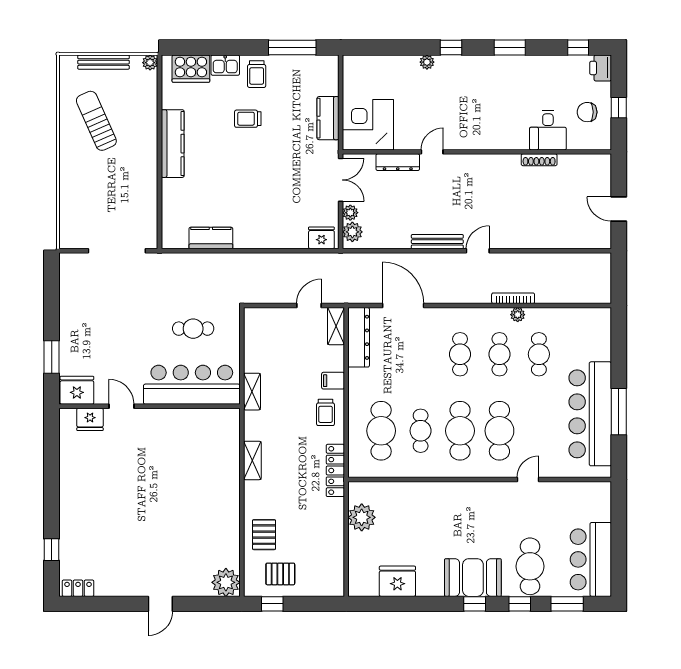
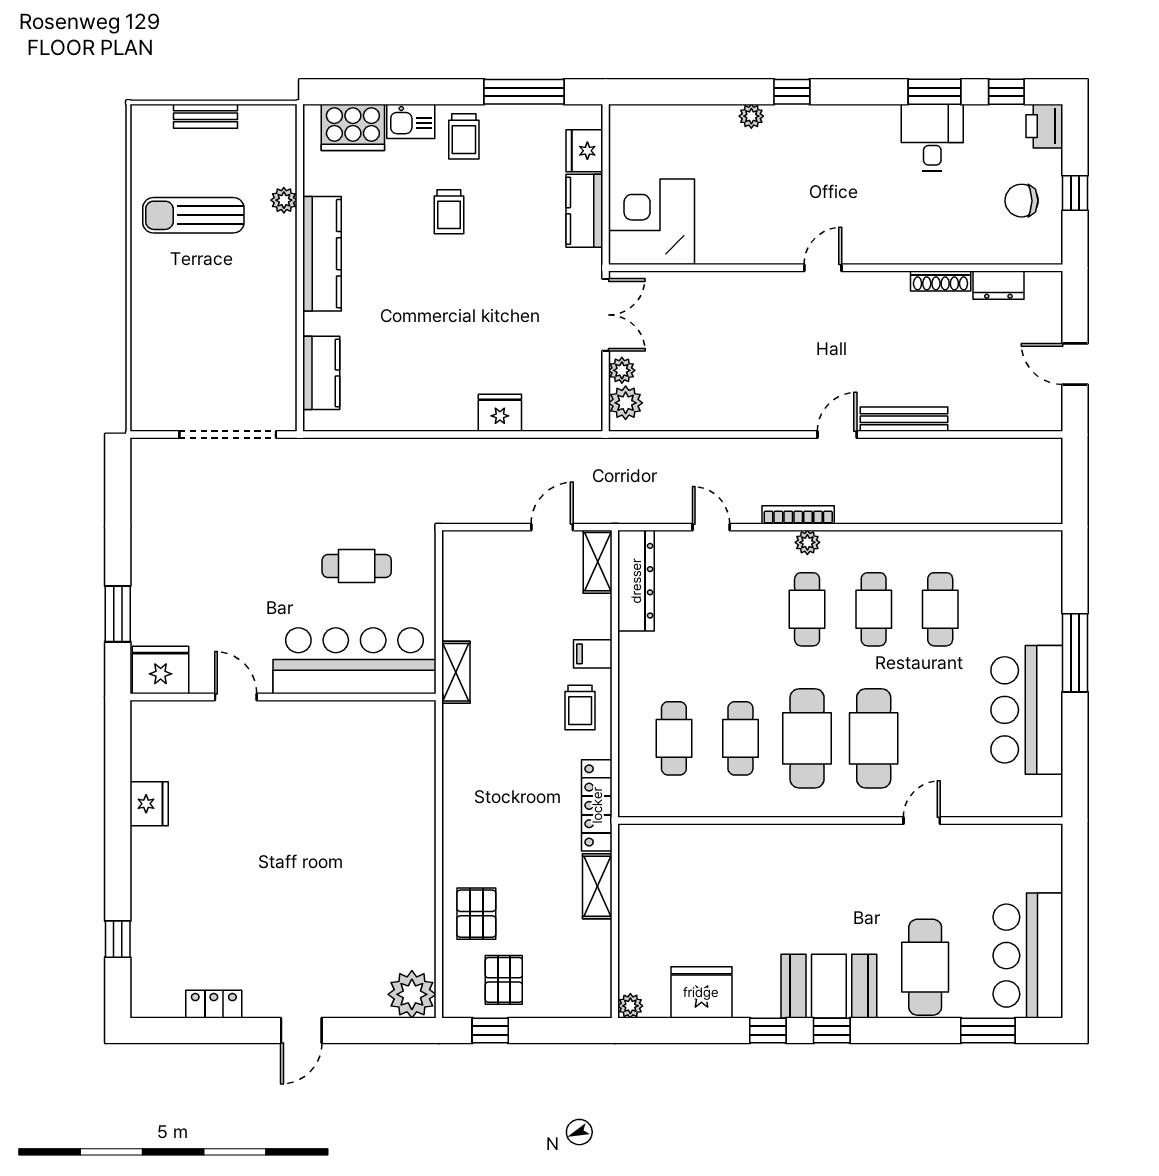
window: (510, 48) -> (935, 92), moved
bench: (103, 62) -> (205, 116), width x0.73
plant: (150, 63) -> (284, 200), moved
fridge: (328, 83) -> (584, 151), added
trolley: (248, 119) -> (449, 212), turned -90
sun lounger: (96, 121) -> (193, 215), turned -66
desk: (548, 130) -> (932, 137), moved, turned 180
door: (432, 152) -> (823, 268), moved
dresser: (398, 162) -> (998, 285), moved, width x0.70
kitchen counter: (211, 238) -> (321, 373), moved, turned 90
fridge: (321, 238) -> (500, 413), moved
bench: (437, 242) -> (904, 419), moved
bookcase: (513, 298) -> (798, 515), moved
door: (403, 306) -> (711, 527), width x0.53
plant: (518, 315) -> (807, 542), moved
window: (619, 412) -> (1075, 653), moved
bar counter: (590, 414) -> (1027, 710), width x0.73
fridge: (90, 419) -> (149, 804), moved, turned -90
cafe table: (381, 431) -> (674, 738), width x0.73, depth x0.74
shelving: (252, 460) -> (597, 886), moved
plant: (362, 517) -> (630, 1006), moved, width x0.53, depth x0.53
pallet: (280, 574) -> (504, 980), turned 90
locker: (78, 588) -> (214, 1004), moved
window: (520, 604) -> (768, 1031), moved

